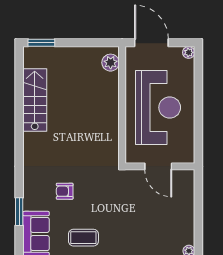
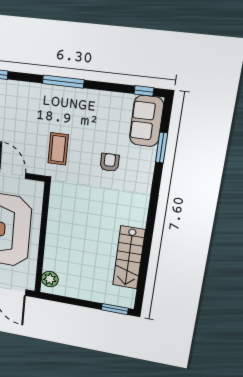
armchair: (65, 191) -> (110, 162), turned -90
coffee table: (83, 238) -> (58, 149), moved, turned 90

